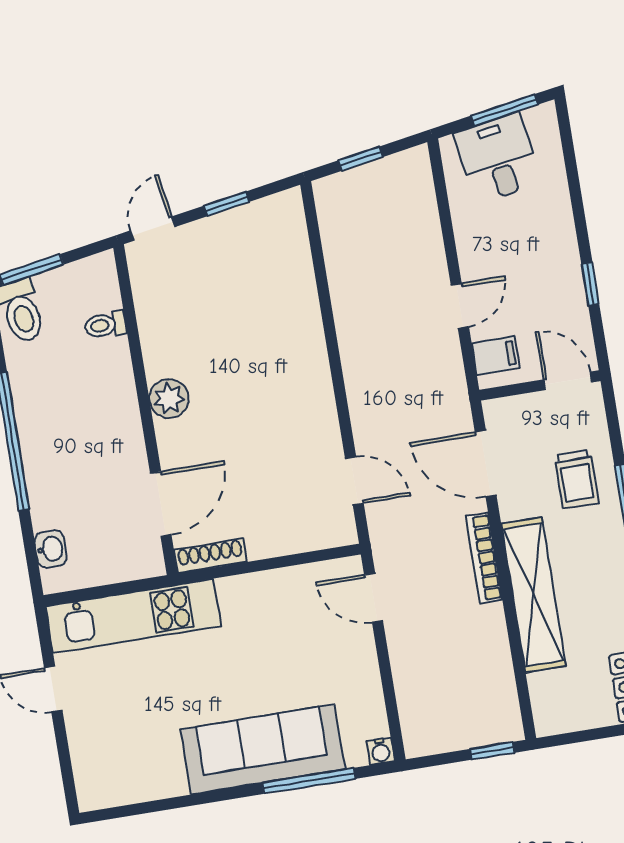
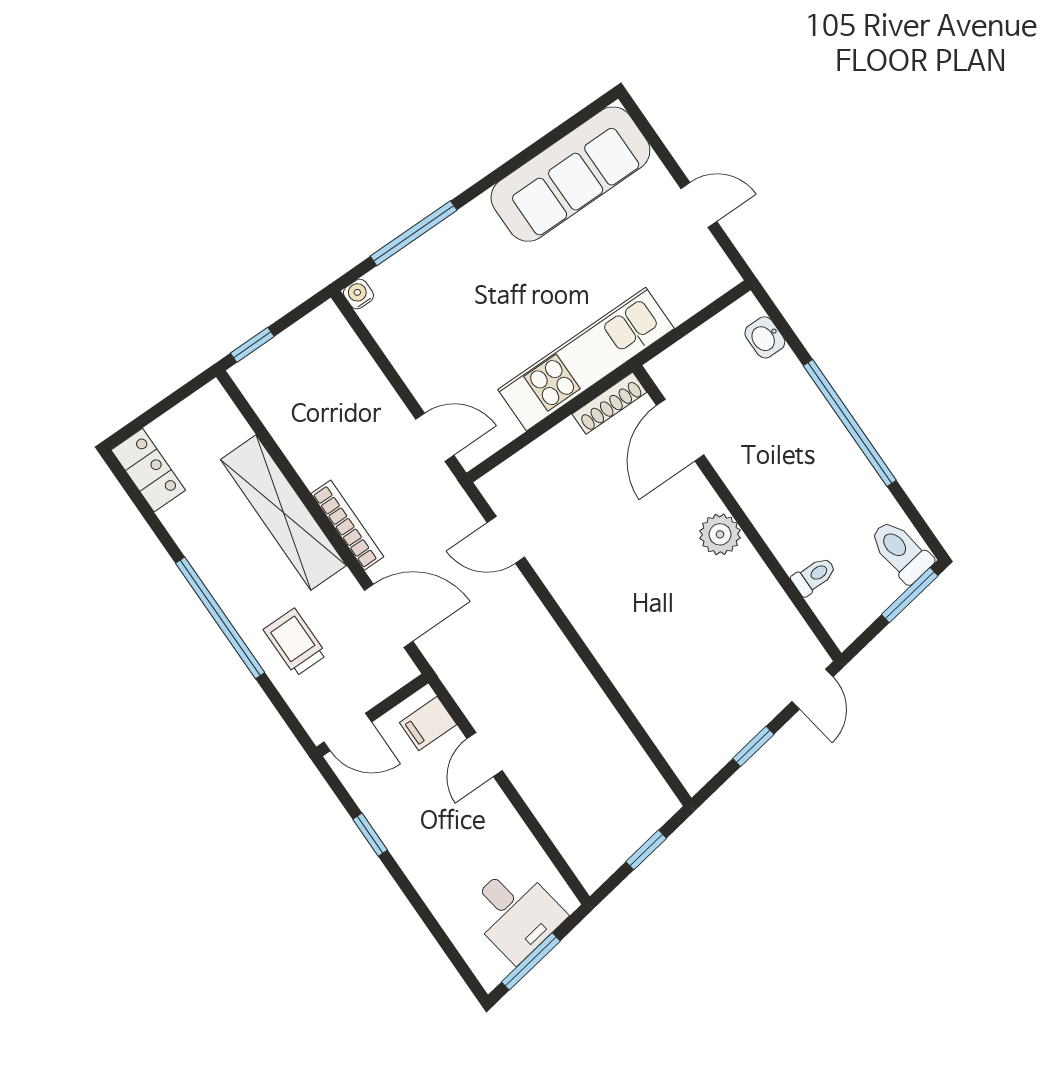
kitchen unit: (133, 616) -> (586, 359), moved
sofa: (263, 749) -> (570, 174), moved

